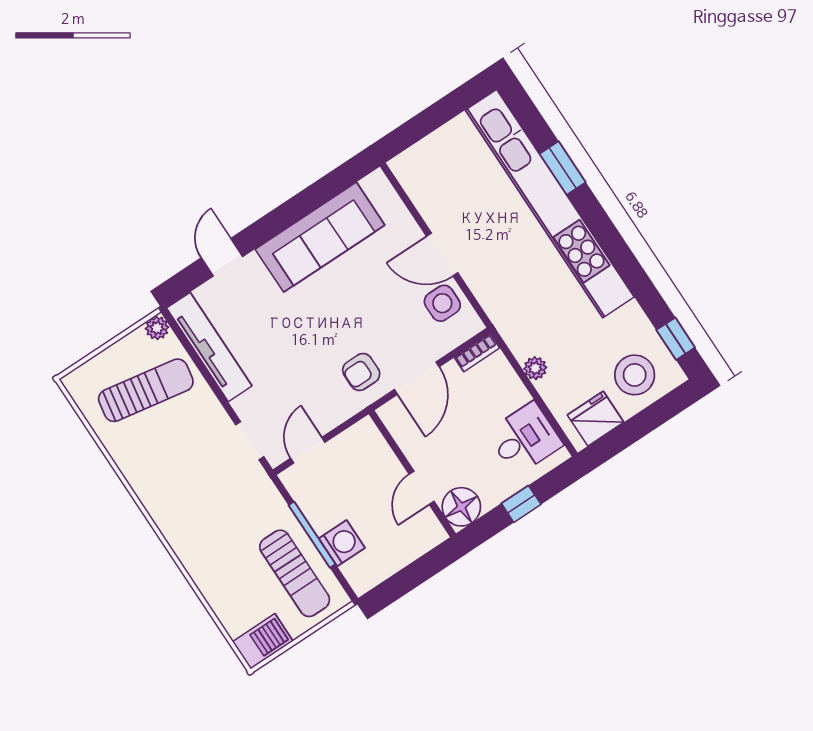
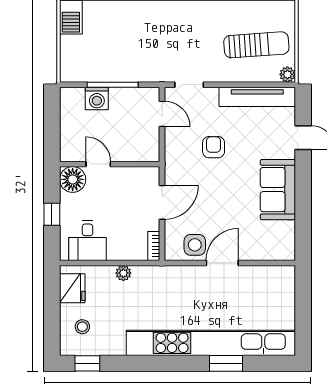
sofa: (320, 237) -> (278, 190), width x0.73
armchair: (361, 372) -> (214, 147), moved
stool: (635, 375) -> (82, 327), width x0.53, depth x0.53
door: (417, 378) -> (162, 202), swing flipped
sun lounger: (146, 390) -> (256, 45), turned -104
sun lounger: (295, 573) -> (97, 60), removed

